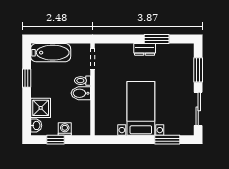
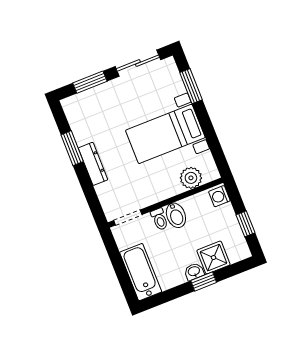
dresser: (145, 49) -> (93, 164), width x1.44
window: (27, 78) -> (204, 281), moved
plant: (103, 114) -> (191, 178), added
washbasin: (36, 125) -> (194, 272), moved
washing machine: (65, 129) -> (219, 196), moved

